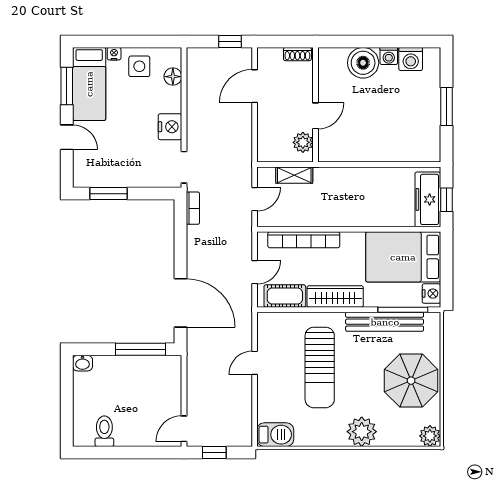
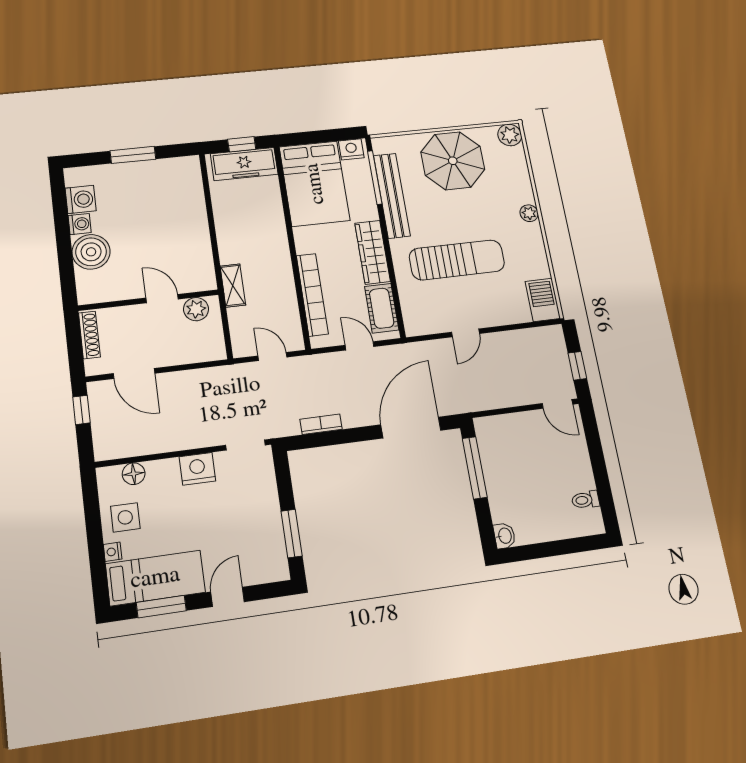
shoe rack: (297, 54) -> (89, 335), width x1.43
shelving: (294, 175) -> (233, 286), moved
bookcase: (193, 208) -> (321, 424), moved
door: (255, 363) -> (465, 333), hinge flipped
toilet: (104, 431) -> (585, 500), width x0.73, depth x0.72
plant: (362, 432) -> (529, 213), width x0.53, depth x0.53

